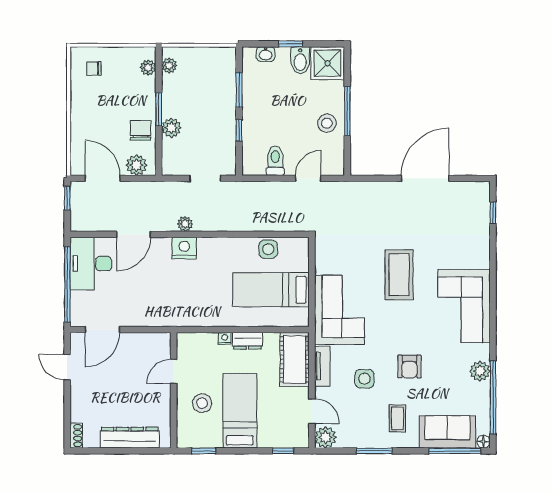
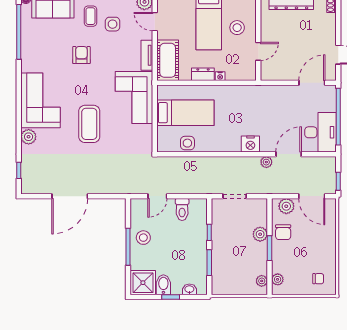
plant: (185, 224) -> (266, 162), moved
plant: (480, 371) -> (29, 137), moved
side table: (365, 379) -> (113, 24), moved

